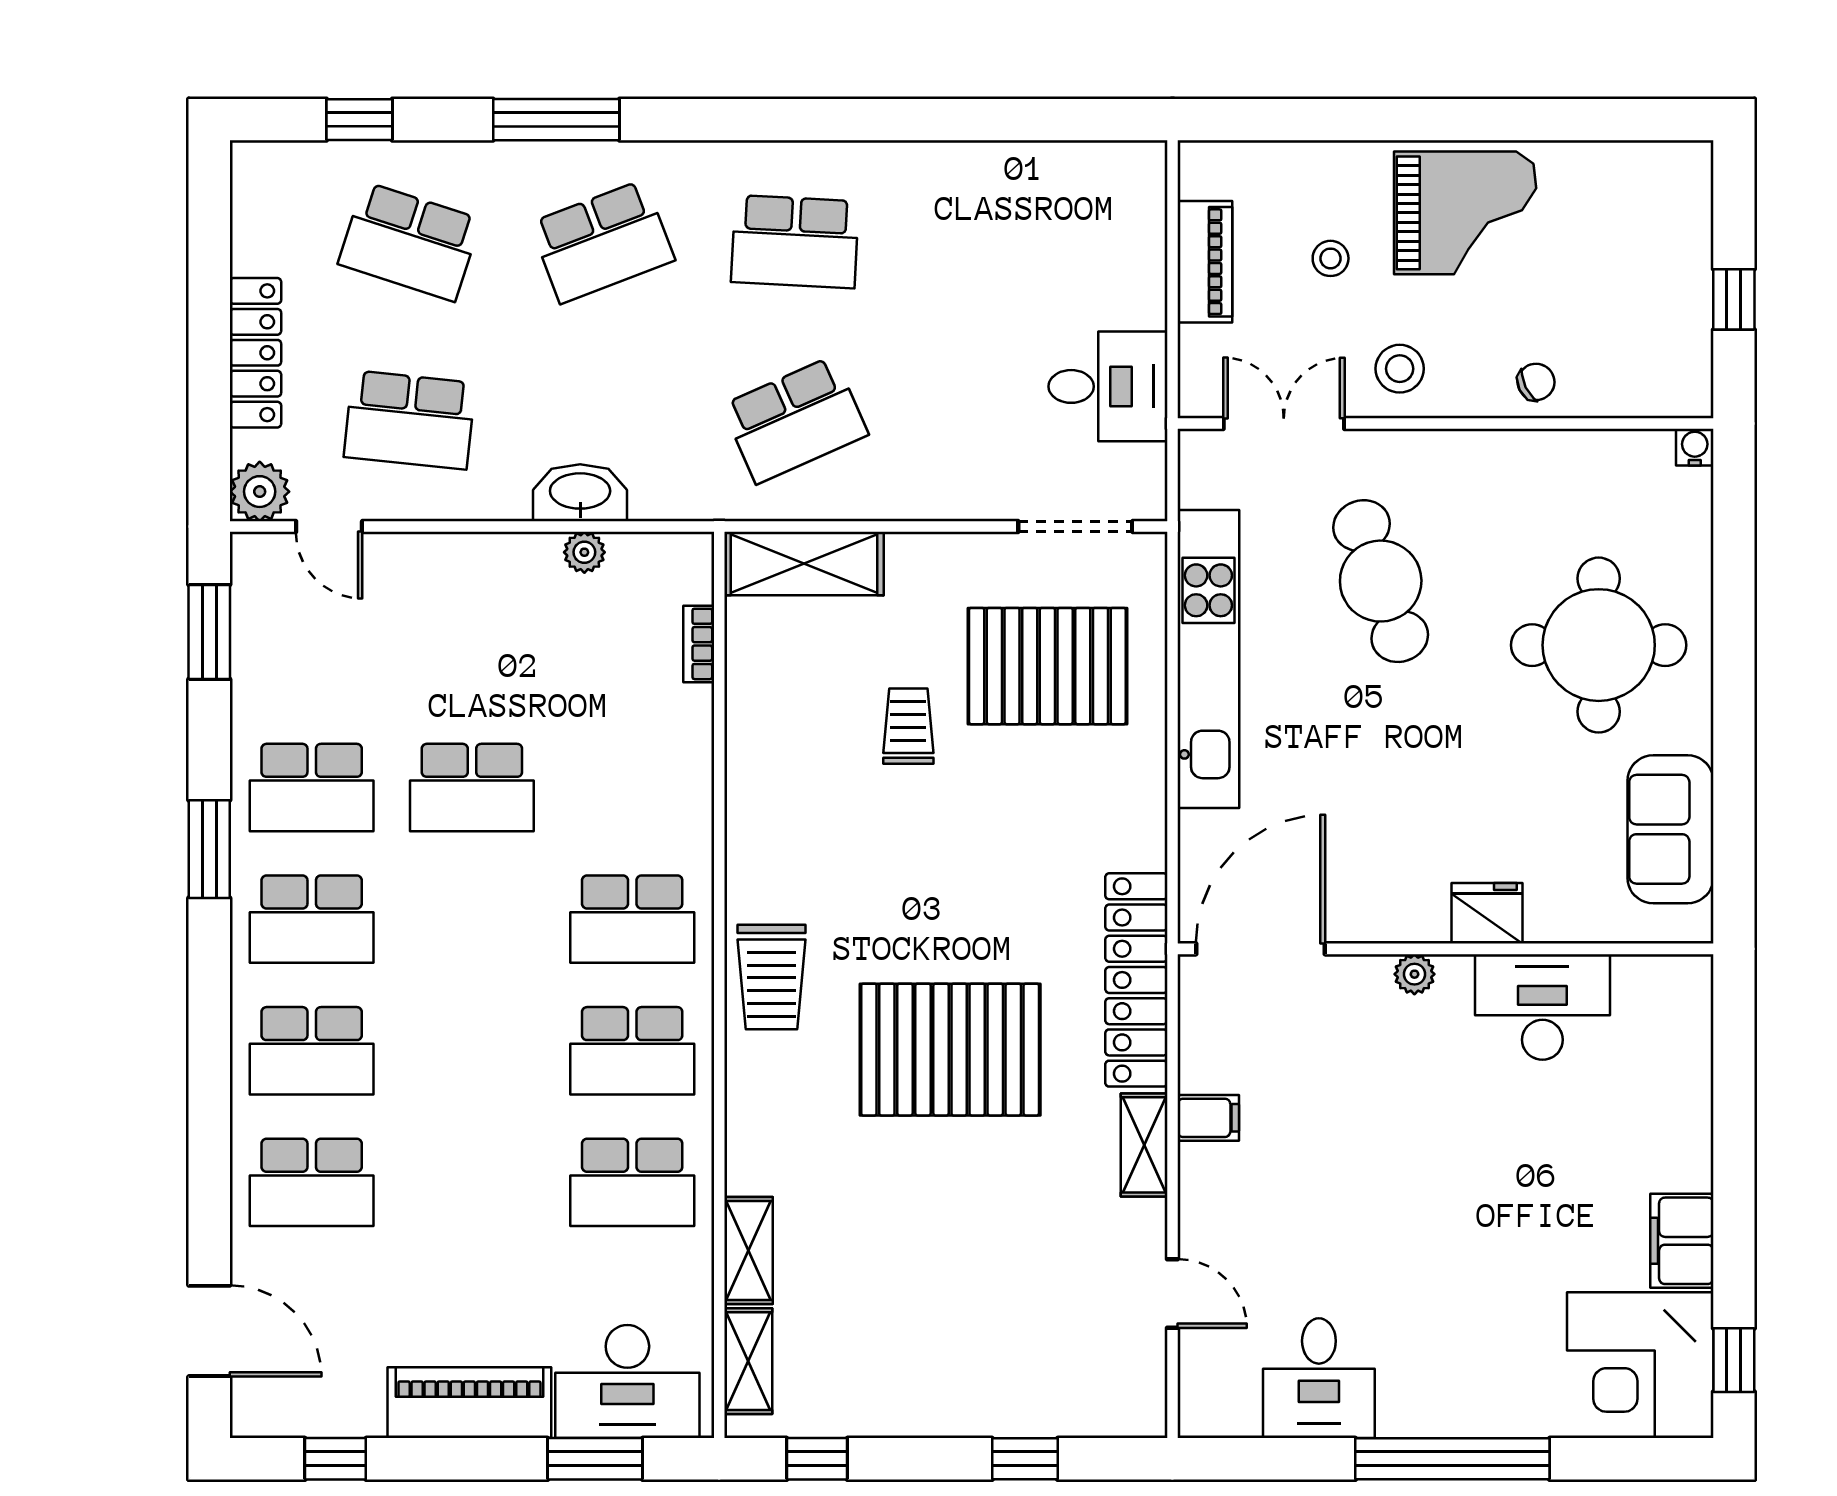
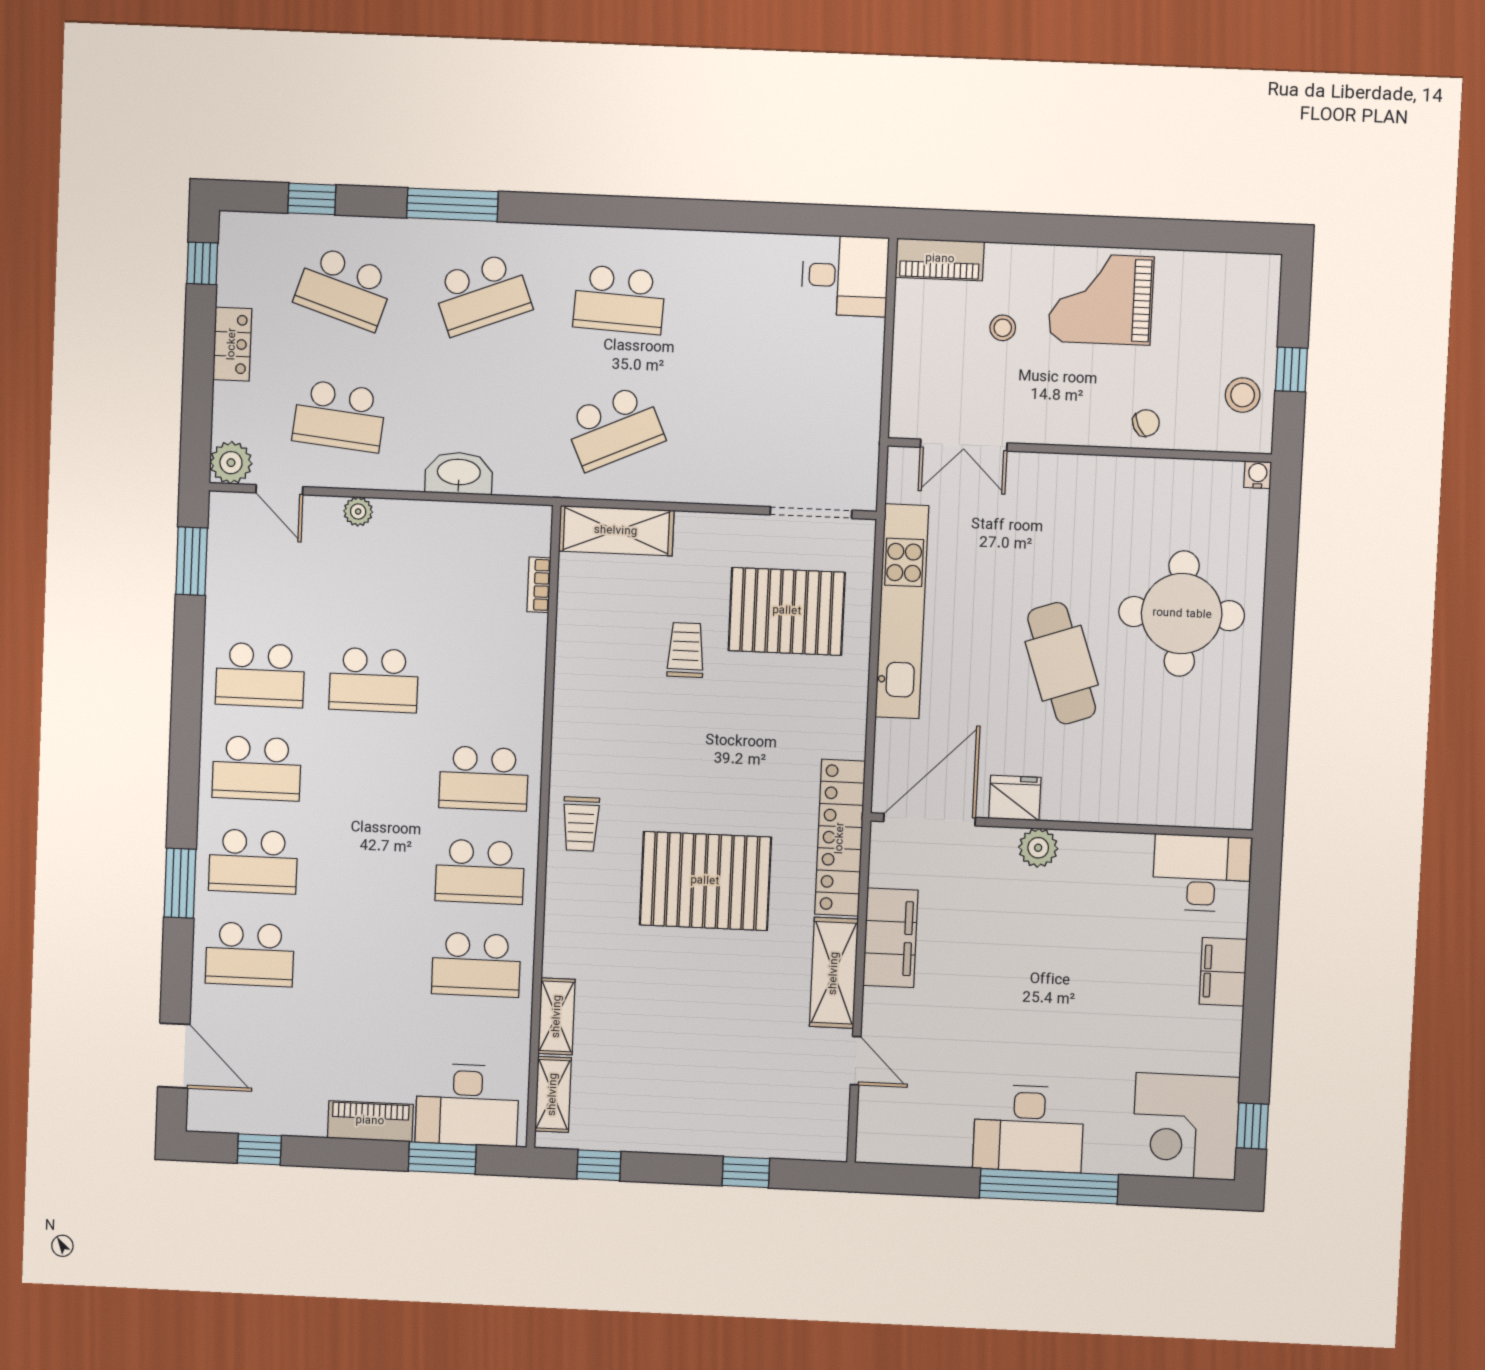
grand piano: (1465, 213) -> (1101, 299), turned 180
window: (209, 215) -> (202, 263), added
piano: (1205, 262) -> (940, 259), moved, turned 90
locker: (255, 353) -> (232, 344), width x0.66
stool: (1400, 369) -> (1243, 395), moved
desk: (1108, 386) -> (845, 276), moved
double door: (1284, 424) -> (964, 445), swing flipped
plant: (584, 552) -> (358, 511), moved
cafe table: (1381, 581) -> (1062, 663), moved
sofa: (1670, 829) -> (1226, 747), removed
window: (209, 849) -> (180, 883), moved
fridge: (1487, 913) -> (1015, 798), moved
plant: (1414, 974) -> (1038, 848), width x1.38, depth x1.38
trolley: (771, 977) -> (581, 824), width x0.73, depth x0.72
desk: (1542, 1007) -> (1202, 873), moved
filing cabinet: (1208, 1118) -> (890, 938), width x3.00, depth x1.17
shelving: (1144, 1145) -> (834, 973), width x1.50, depth x1.33
filing cabinet: (1682, 1241) -> (1223, 972), moved
desk: (1319, 1378) -> (1029, 1128), moved, width x1.37
piano: (469, 1403) -> (370, 1121), width x0.73, depth x0.75

